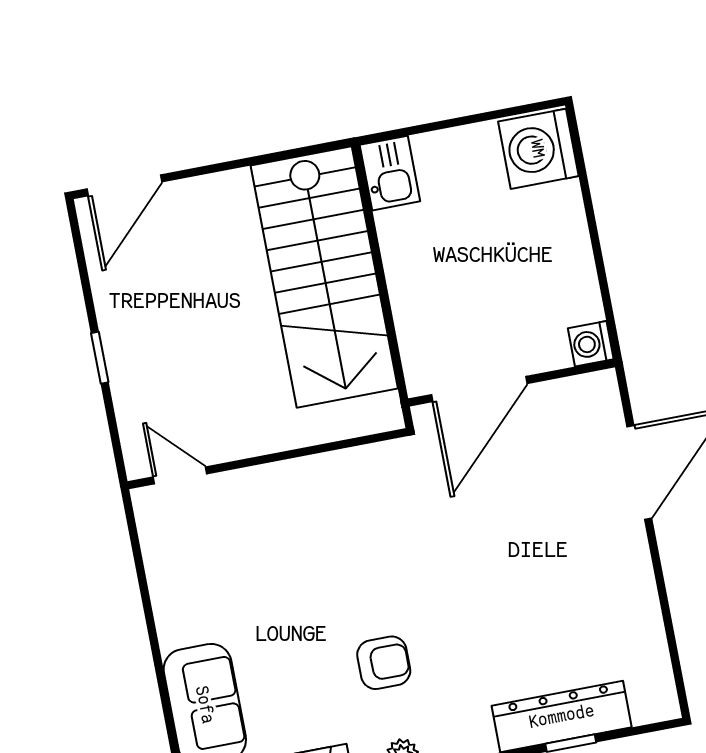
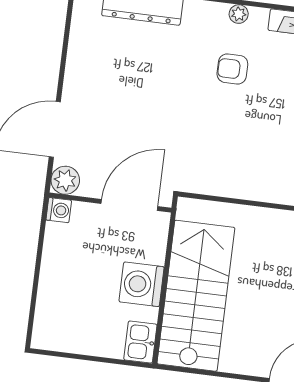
washing machine: (538, 149) -> (142, 284), moved, turned 180
plant: (596, 396) -> (65, 180), added

